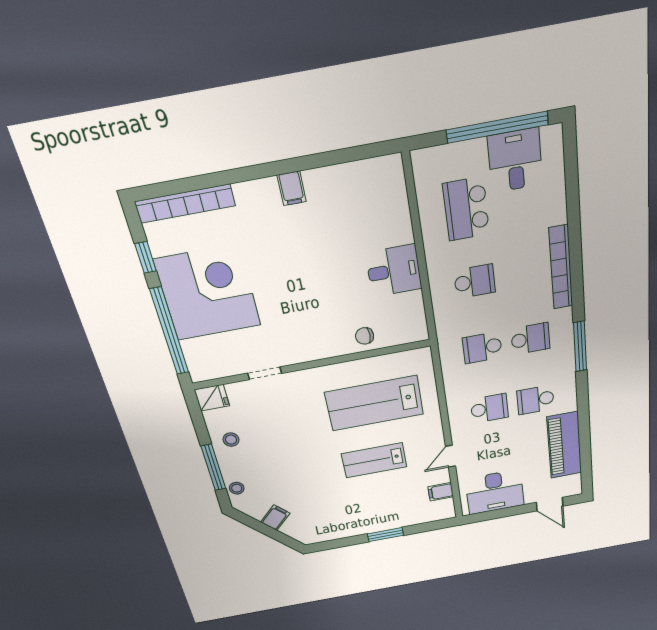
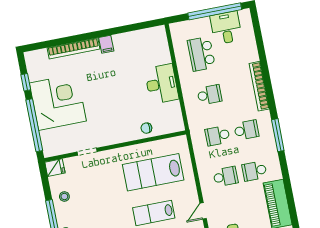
bookcase: (185, 204) -> (74, 48), moved
desk: (394, 271) -> (162, 84), width x1.37

